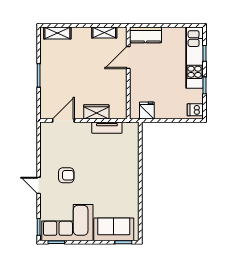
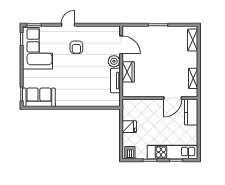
door: (128, 58) -> (173, 98), swing flipped
fridge: (147, 110) -> (129, 127), moved
plant: (83, 129) -> (114, 61), added
sofa: (114, 229) -> (39, 97), moved, turned -90

